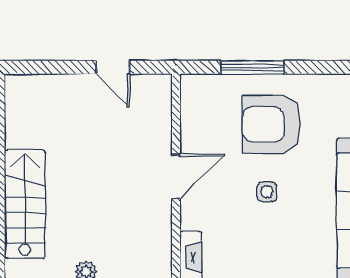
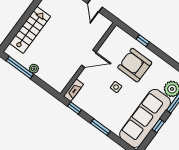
window: (252, 67) -> (143, 41), width x0.46

